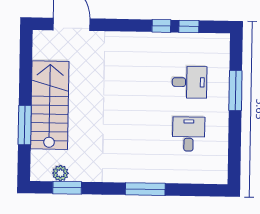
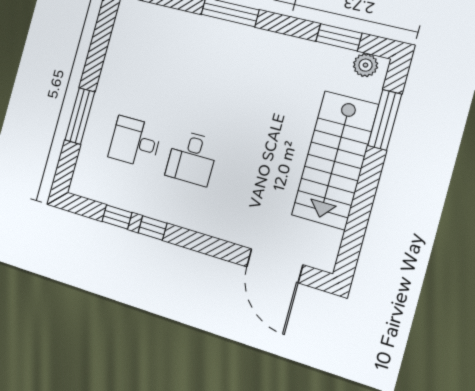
window: (25, 125) -> (385, 120), moved
desk: (189, 134) -> (192, 158), moved
plant: (60, 173) -> (366, 65), moved

